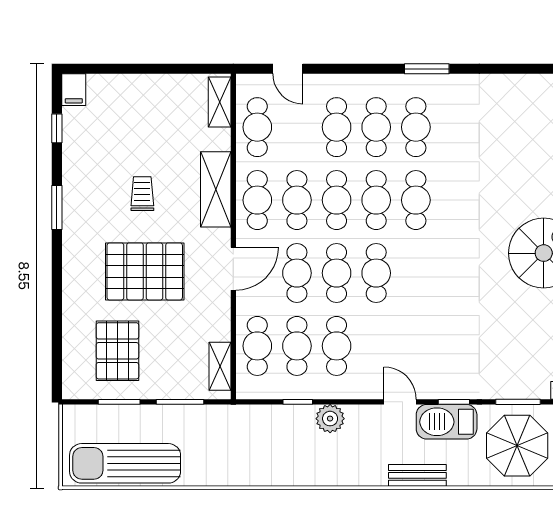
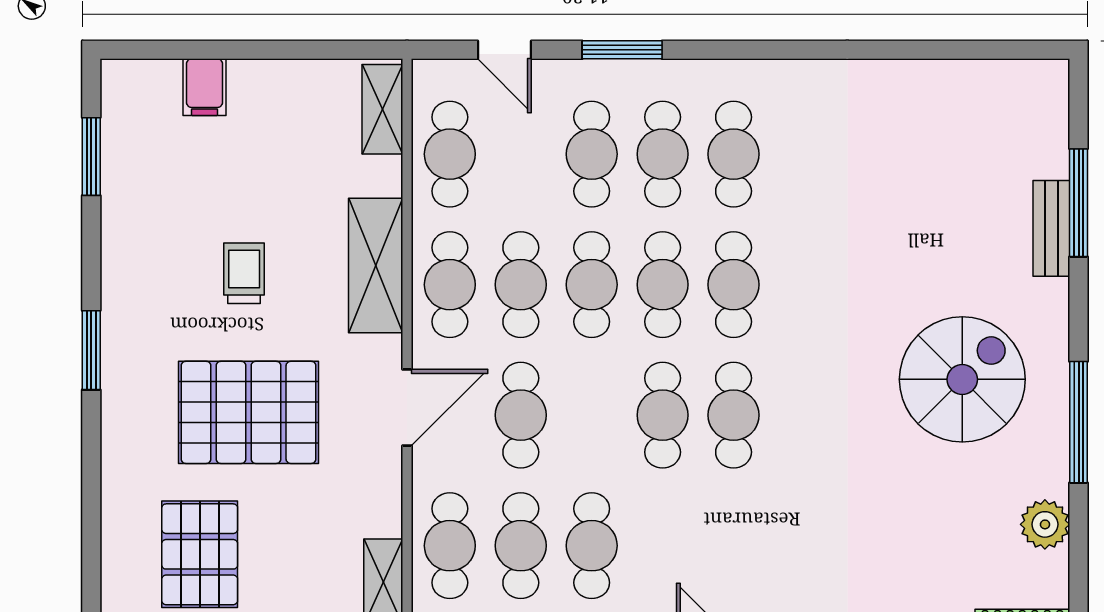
window: (427, 69) -> (622, 50), moved
filing cabinet: (74, 90) -> (205, 87), moved
window: (57, 128) -> (91, 157), width x1.50
window: (57, 207) -> (91, 350), moved
cafe table: (337, 273) -> (734, 415), moved

